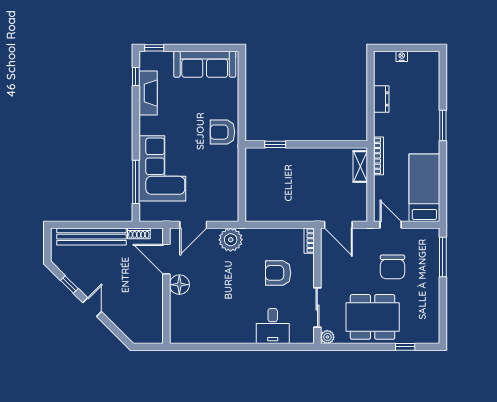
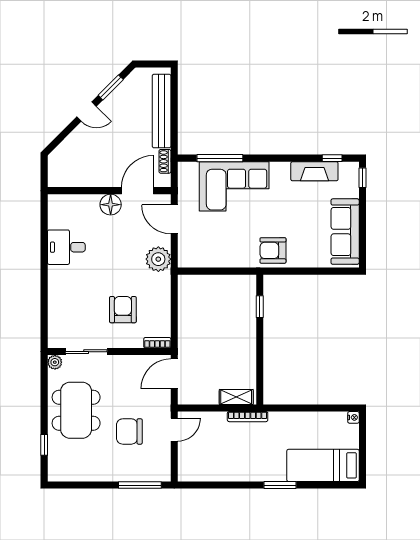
nightstand: (402, 56) -> (353, 417), moved
dresser: (381, 99) -> (308, 420), removed
armchair: (222, 132) -> (273, 250), turned -90
bed: (424, 188) -> (323, 465), moved, turned 180
window: (69, 284) -> (111, 87), width x1.50
desk: (273, 326) -> (66, 247), moved

